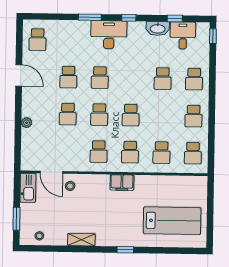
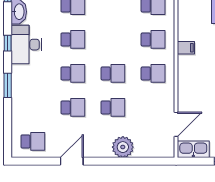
desk: (109, 35) -> (26, 45), moved
school desk: (131, 115) -> (73, 39), moved
plant: (26, 123) -> (123, 147), width x1.88, depth x1.88
filing cabinet: (122, 183) -> (186, 48), width x0.50
stool: (70, 186) -> (191, 104), removed

